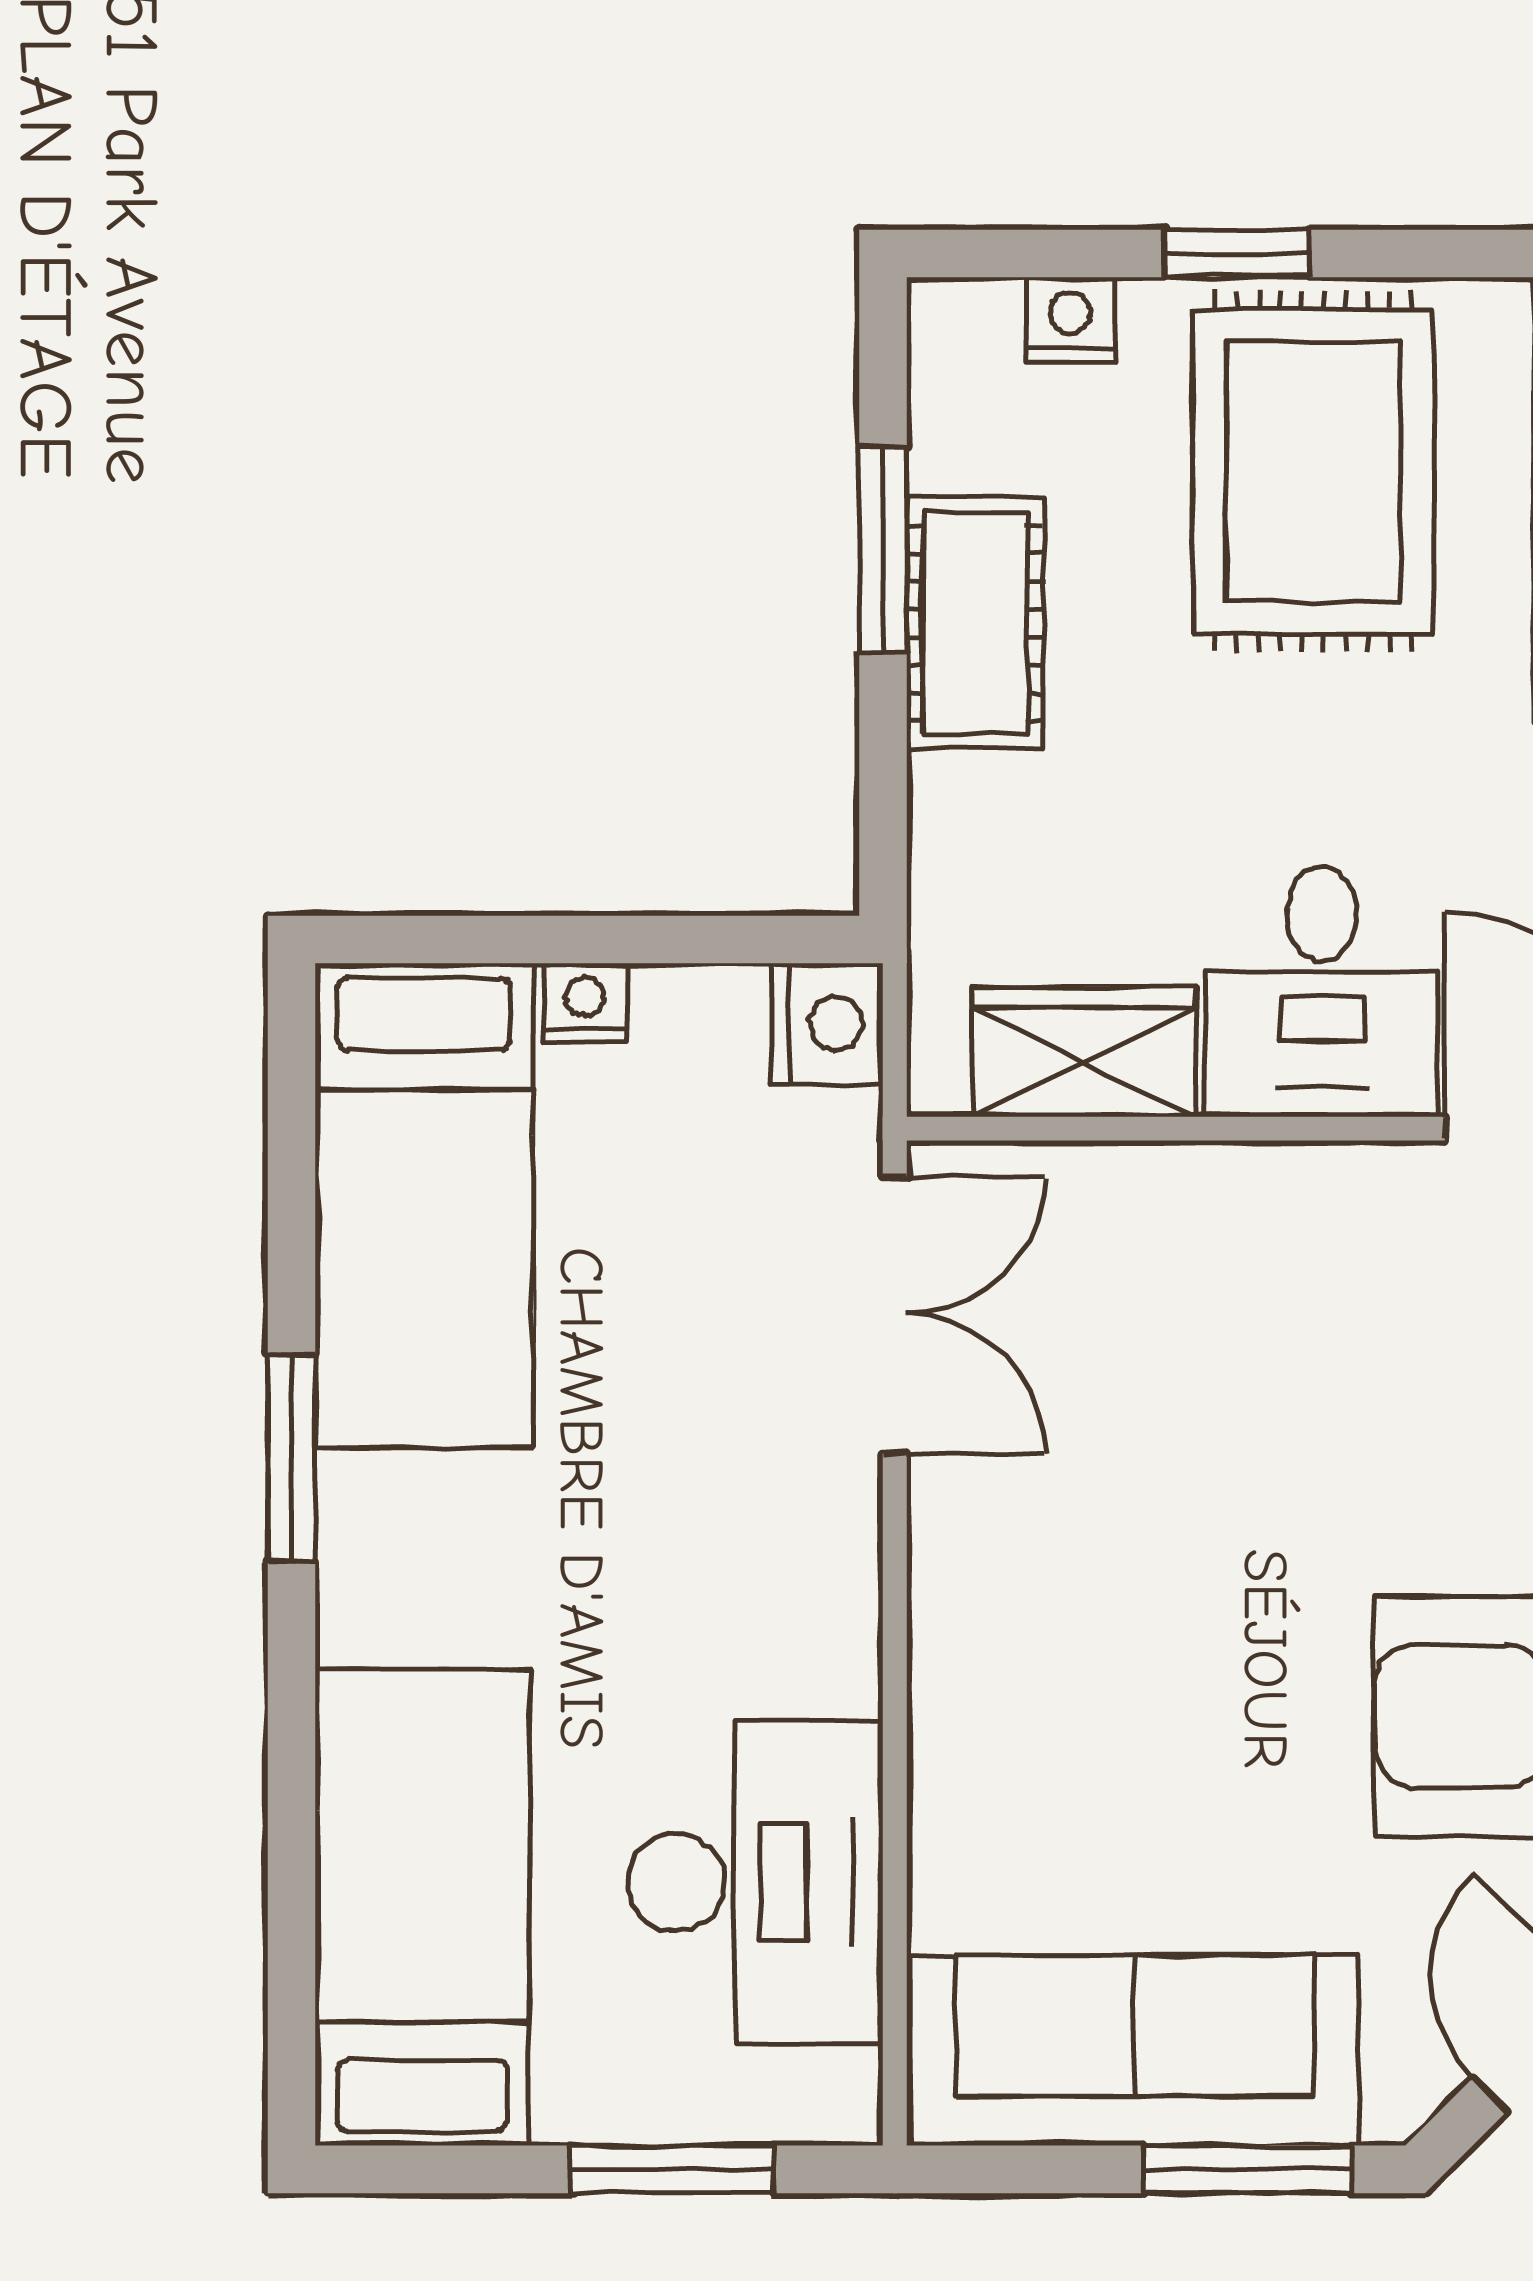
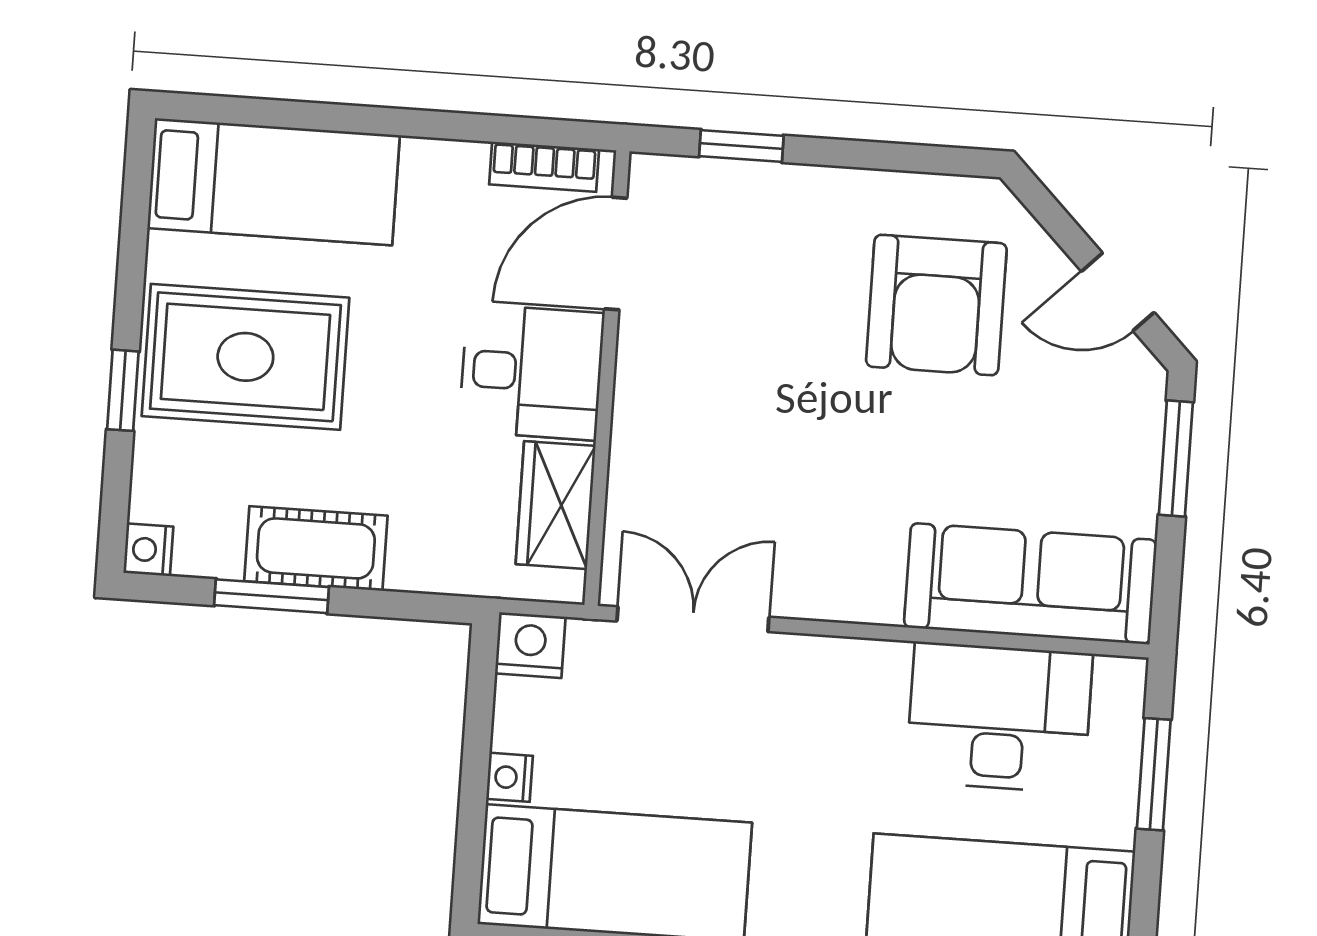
nightstand: (1070, 320) -> (148, 550), moved
sofa: (1134, 2051) -> (1030, 584), moved, turned 90

